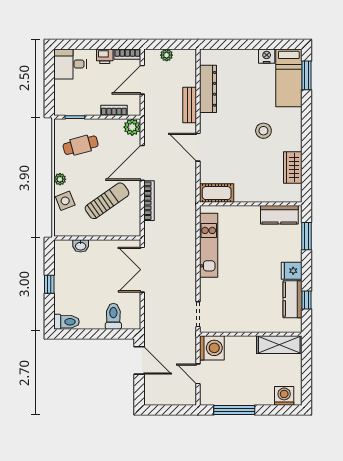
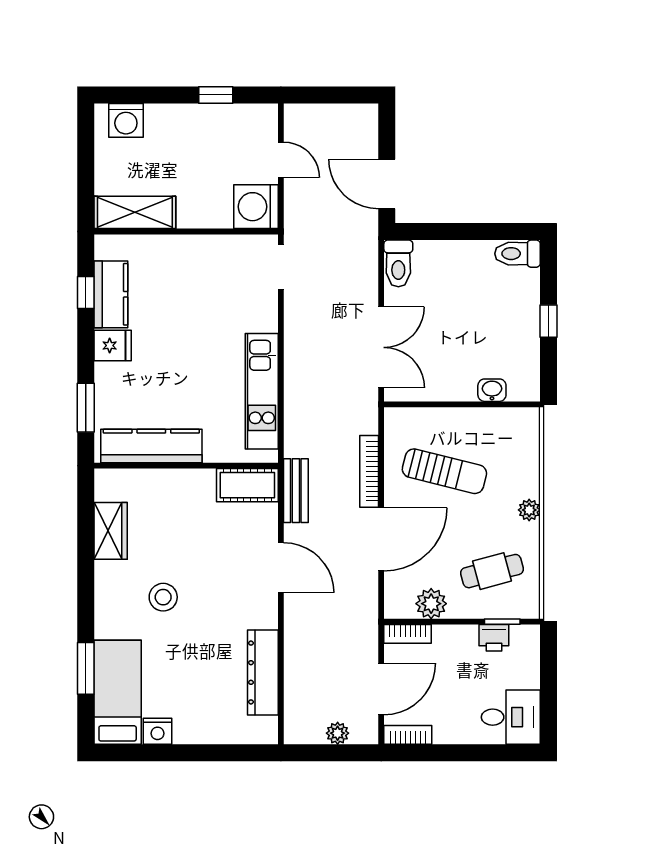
printer: (105, 56) -> (494, 638), moved, turned 180
window: (307, 75) -> (86, 668), moved
bench: (190, 105) -> (296, 491), moved
bookcase: (114, 110) -> (408, 634), moved
plant: (132, 127) -> (431, 604), moved
side table: (65, 201) -> (520, 471), removed
sun lounger: (107, 201) -> (444, 471), turned -131
kitchen counter: (279, 215) -> (151, 446), width x1.50
toilet: (113, 316) -> (398, 263), moved
window: (234, 410) -> (216, 95), width x0.46

